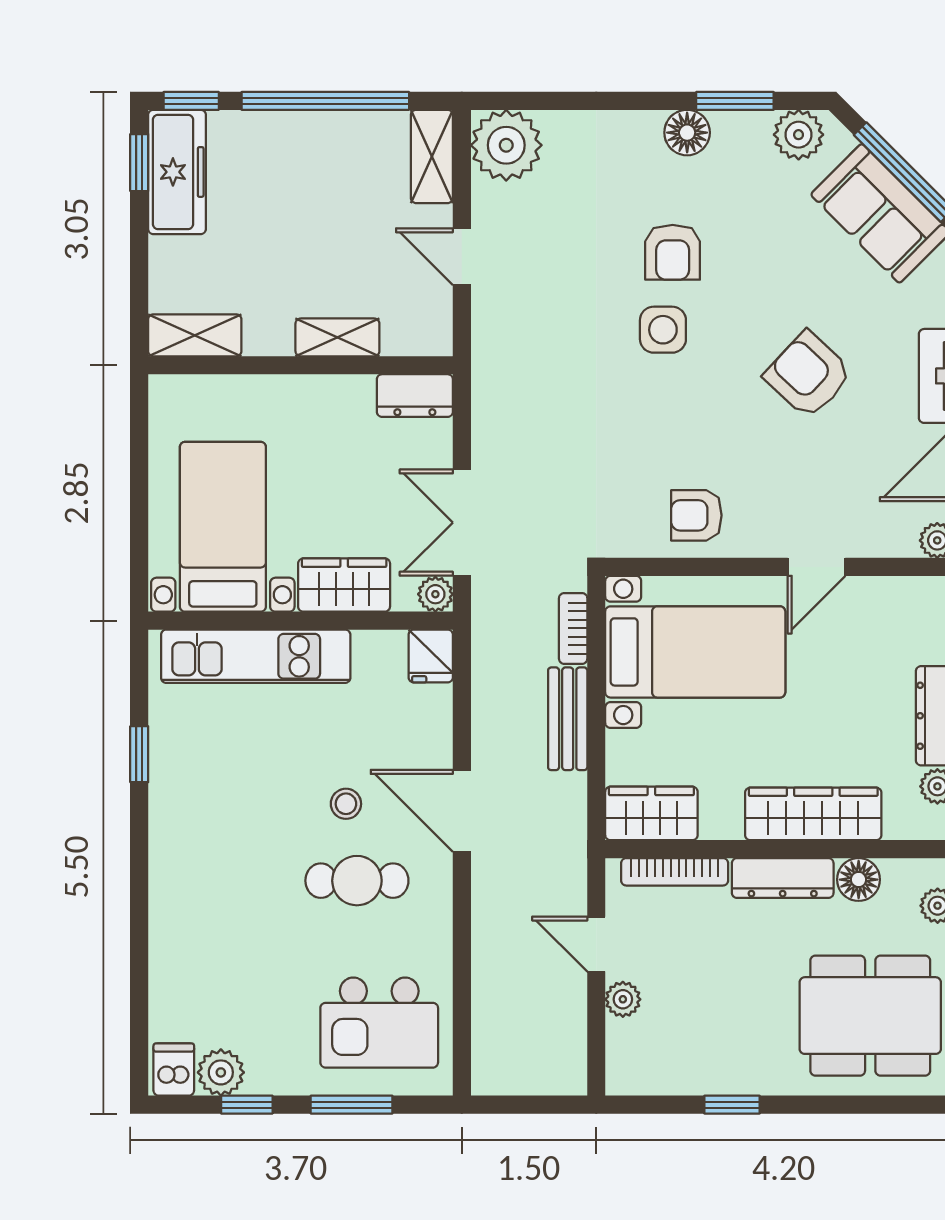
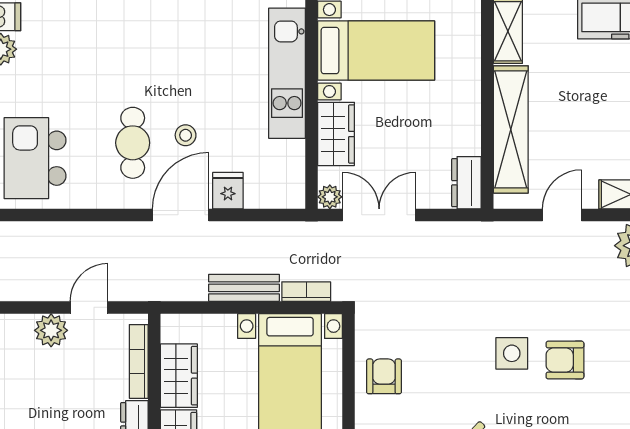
shelving: (337, 337) -> (511, 129), width x2.20, depth x1.33
fridge: (431, 656) -> (228, 191), moved, turned 90
wardrobe: (651, 813) -> (179, 376), moved
plant: (623, 999) -> (51, 330), width x1.38, depth x1.38

